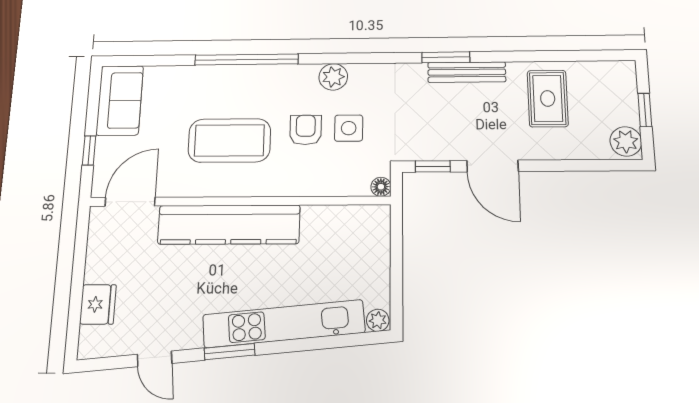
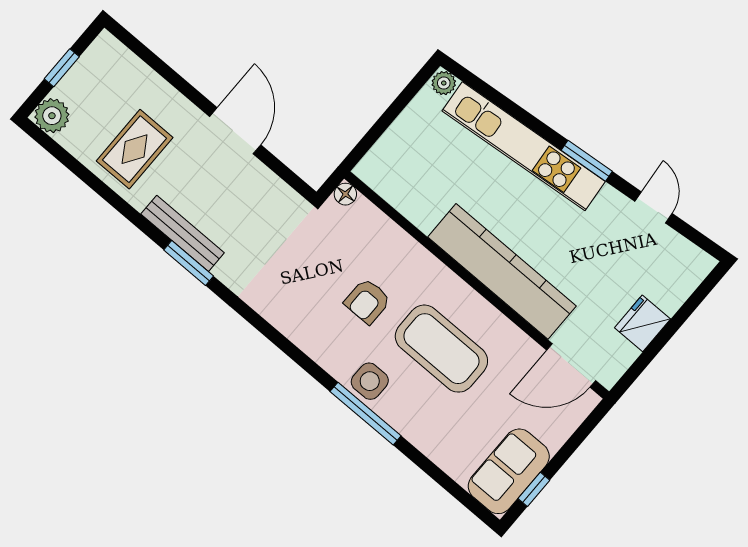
window: (247, 60) -> (366, 414), width x0.68
plant: (333, 77) -> (303, 330), removed
side table: (349, 128) -> (370, 381), moved
plant: (626, 141) -> (52, 116), moved
window: (89, 151) -> (534, 489), moved
window: (433, 166) -> (286, 174), removed
fridge: (98, 304) -> (643, 323), moved

